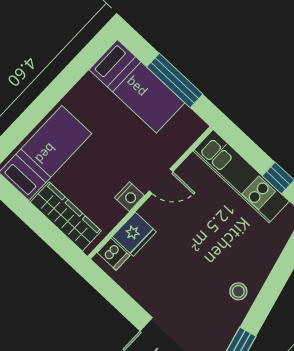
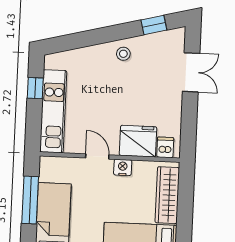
fridge: (134, 234) -> (138, 141), width x1.36, depth x1.34

